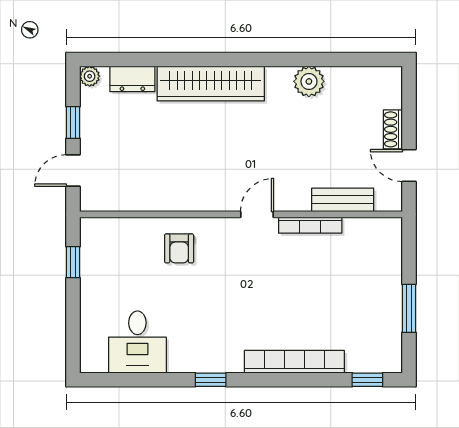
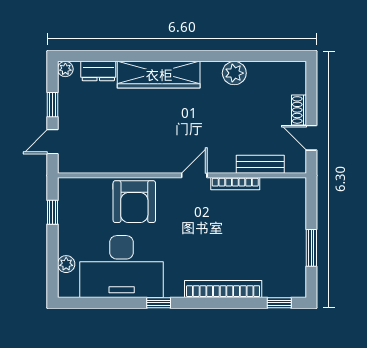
armchair: (179, 248) -> (134, 202), width x1.88, depth x1.88
plant: (91, 329) -> (66, 264), added
desk: (137, 342) -> (122, 267), width x1.87, depth x1.30

